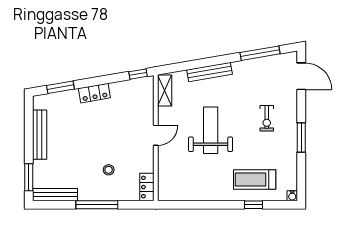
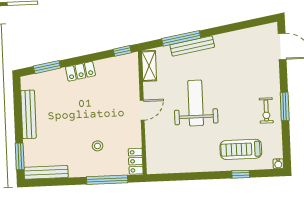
window: (260, 53) -> (181, 38), moved
exercise bike: (267, 118) -> (266, 111), moved
window: (97, 205) -> (107, 180), moved

